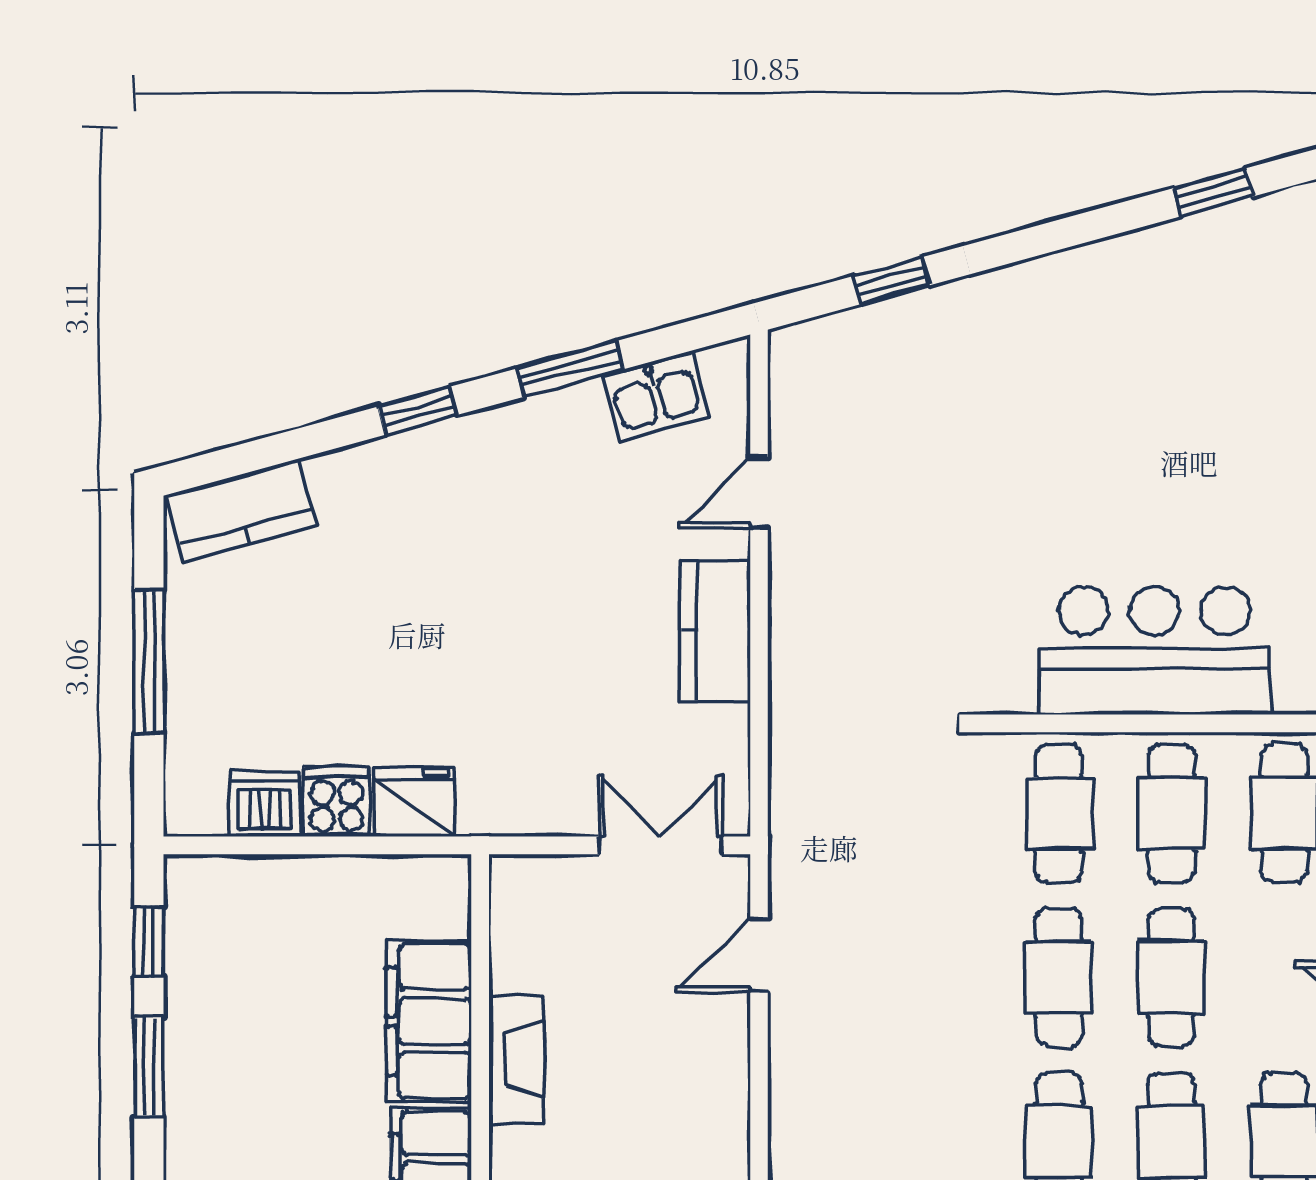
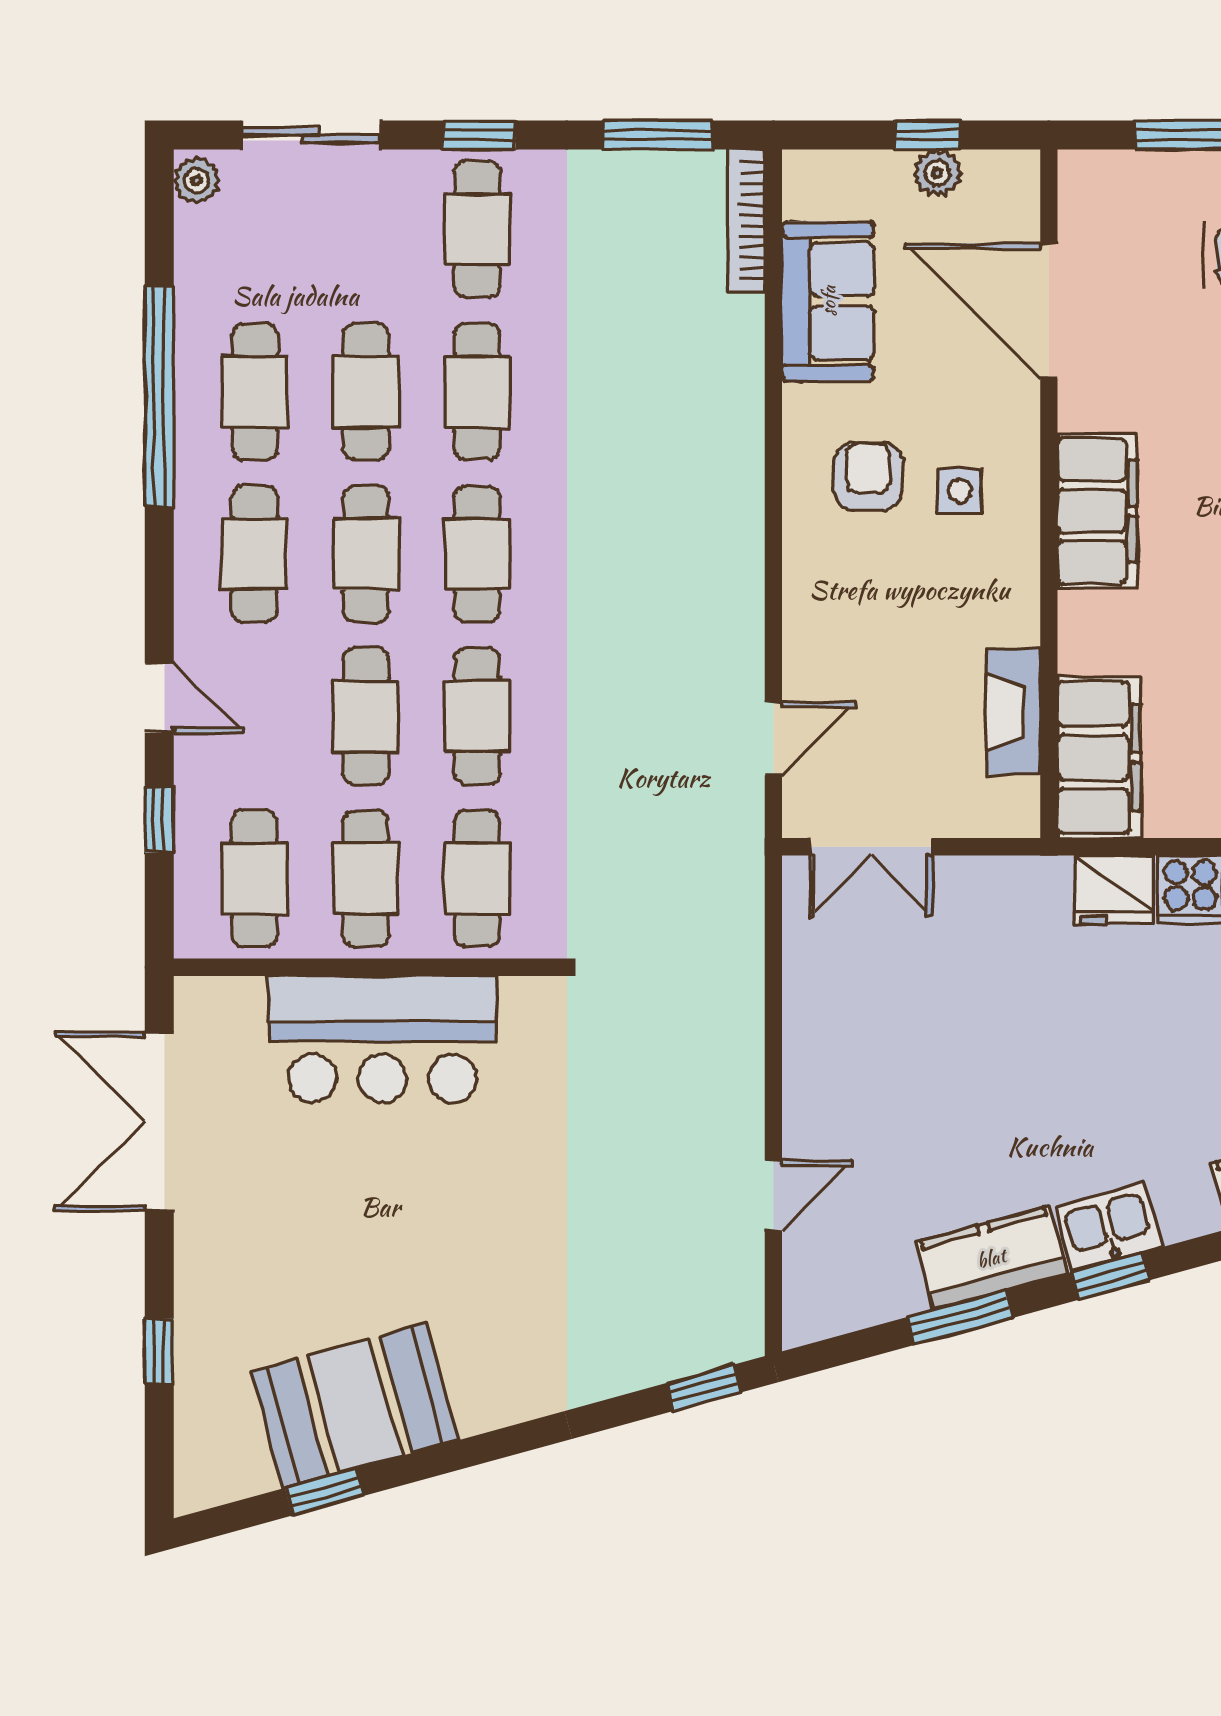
booth: (1183, 280) -> (355, 1406), added
window: (892, 281) -> (704, 1388), moved
kitchen sink: (656, 396) -> (1108, 1227), moved
kitchen counter: (715, 631) -> (991, 1258), moved, turned -105
filing cabinet: (429, 1021) -> (1099, 758), moved
fireplace: (516, 1060) -> (1013, 712), moved

